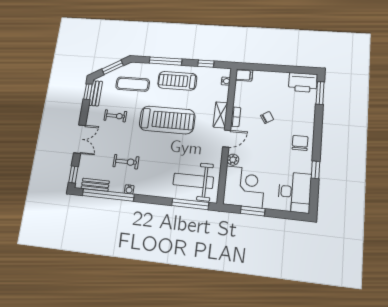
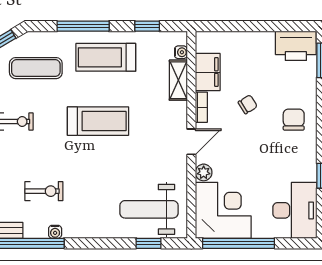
filing cabinet: (244, 75) -> (208, 72), moved, width x2.00
shelving: (220, 115) -> (178, 80), moved
treadmill: (167, 120) -> (98, 121), width x0.73, depth x0.73
chair: (300, 143) -> (294, 120), moved
window: (190, 204) -> (149, 243), width x0.46
window: (253, 211) -> (239, 243), width x2.11

